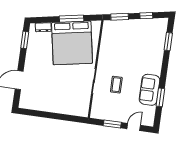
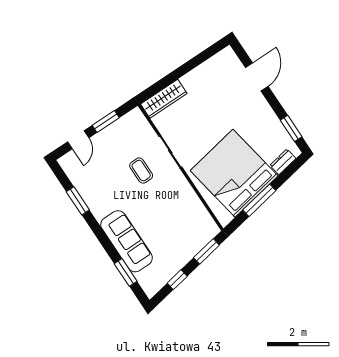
sofa: (150, 90) -> (127, 241), moved, width x1.36
wardrobe: (74, 110) -> (164, 99), added

